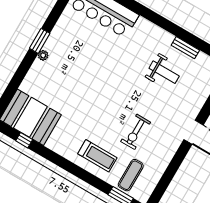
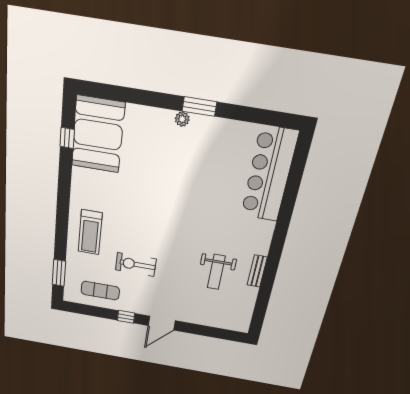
bench: (185, 48) -> (257, 271), moved
window: (178, 159) -> (126, 317), added
exercise mat: (131, 175) -> (100, 291), moved

